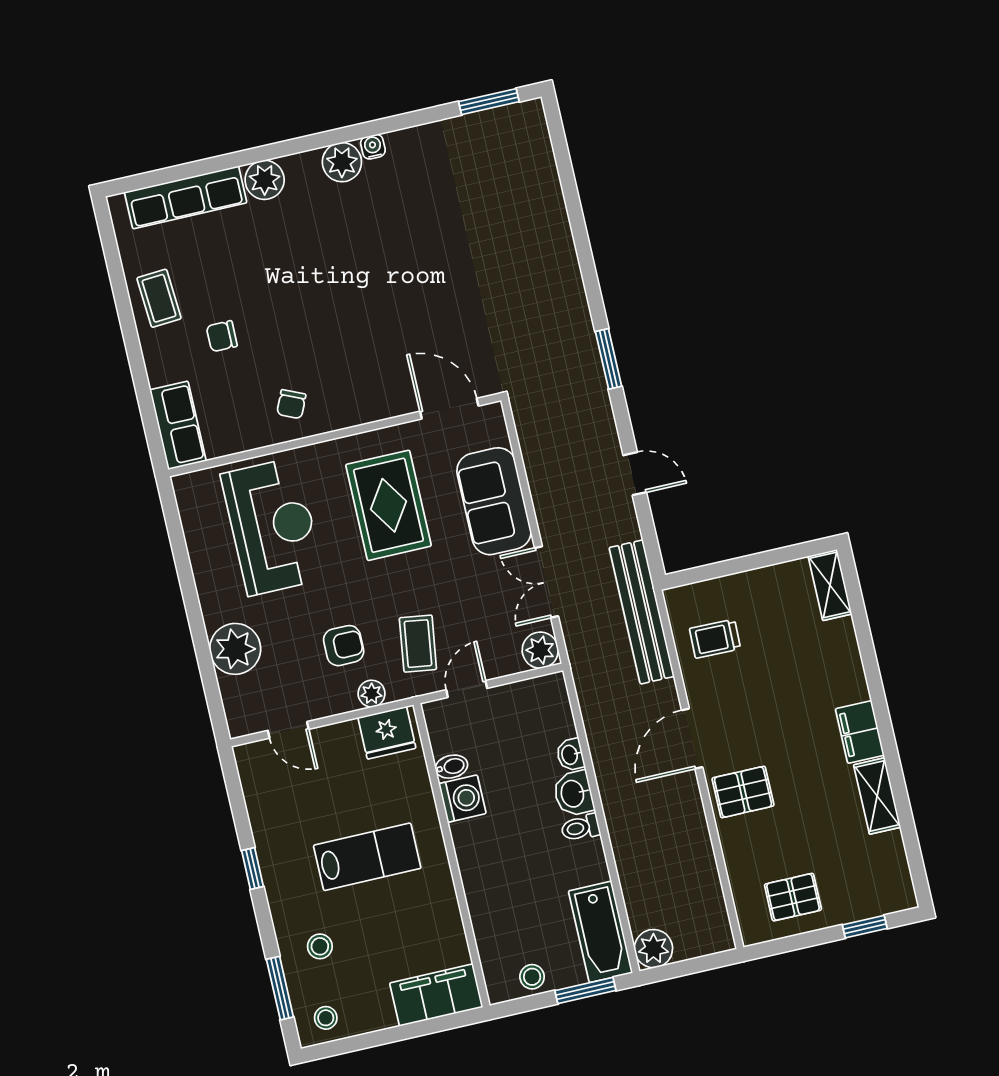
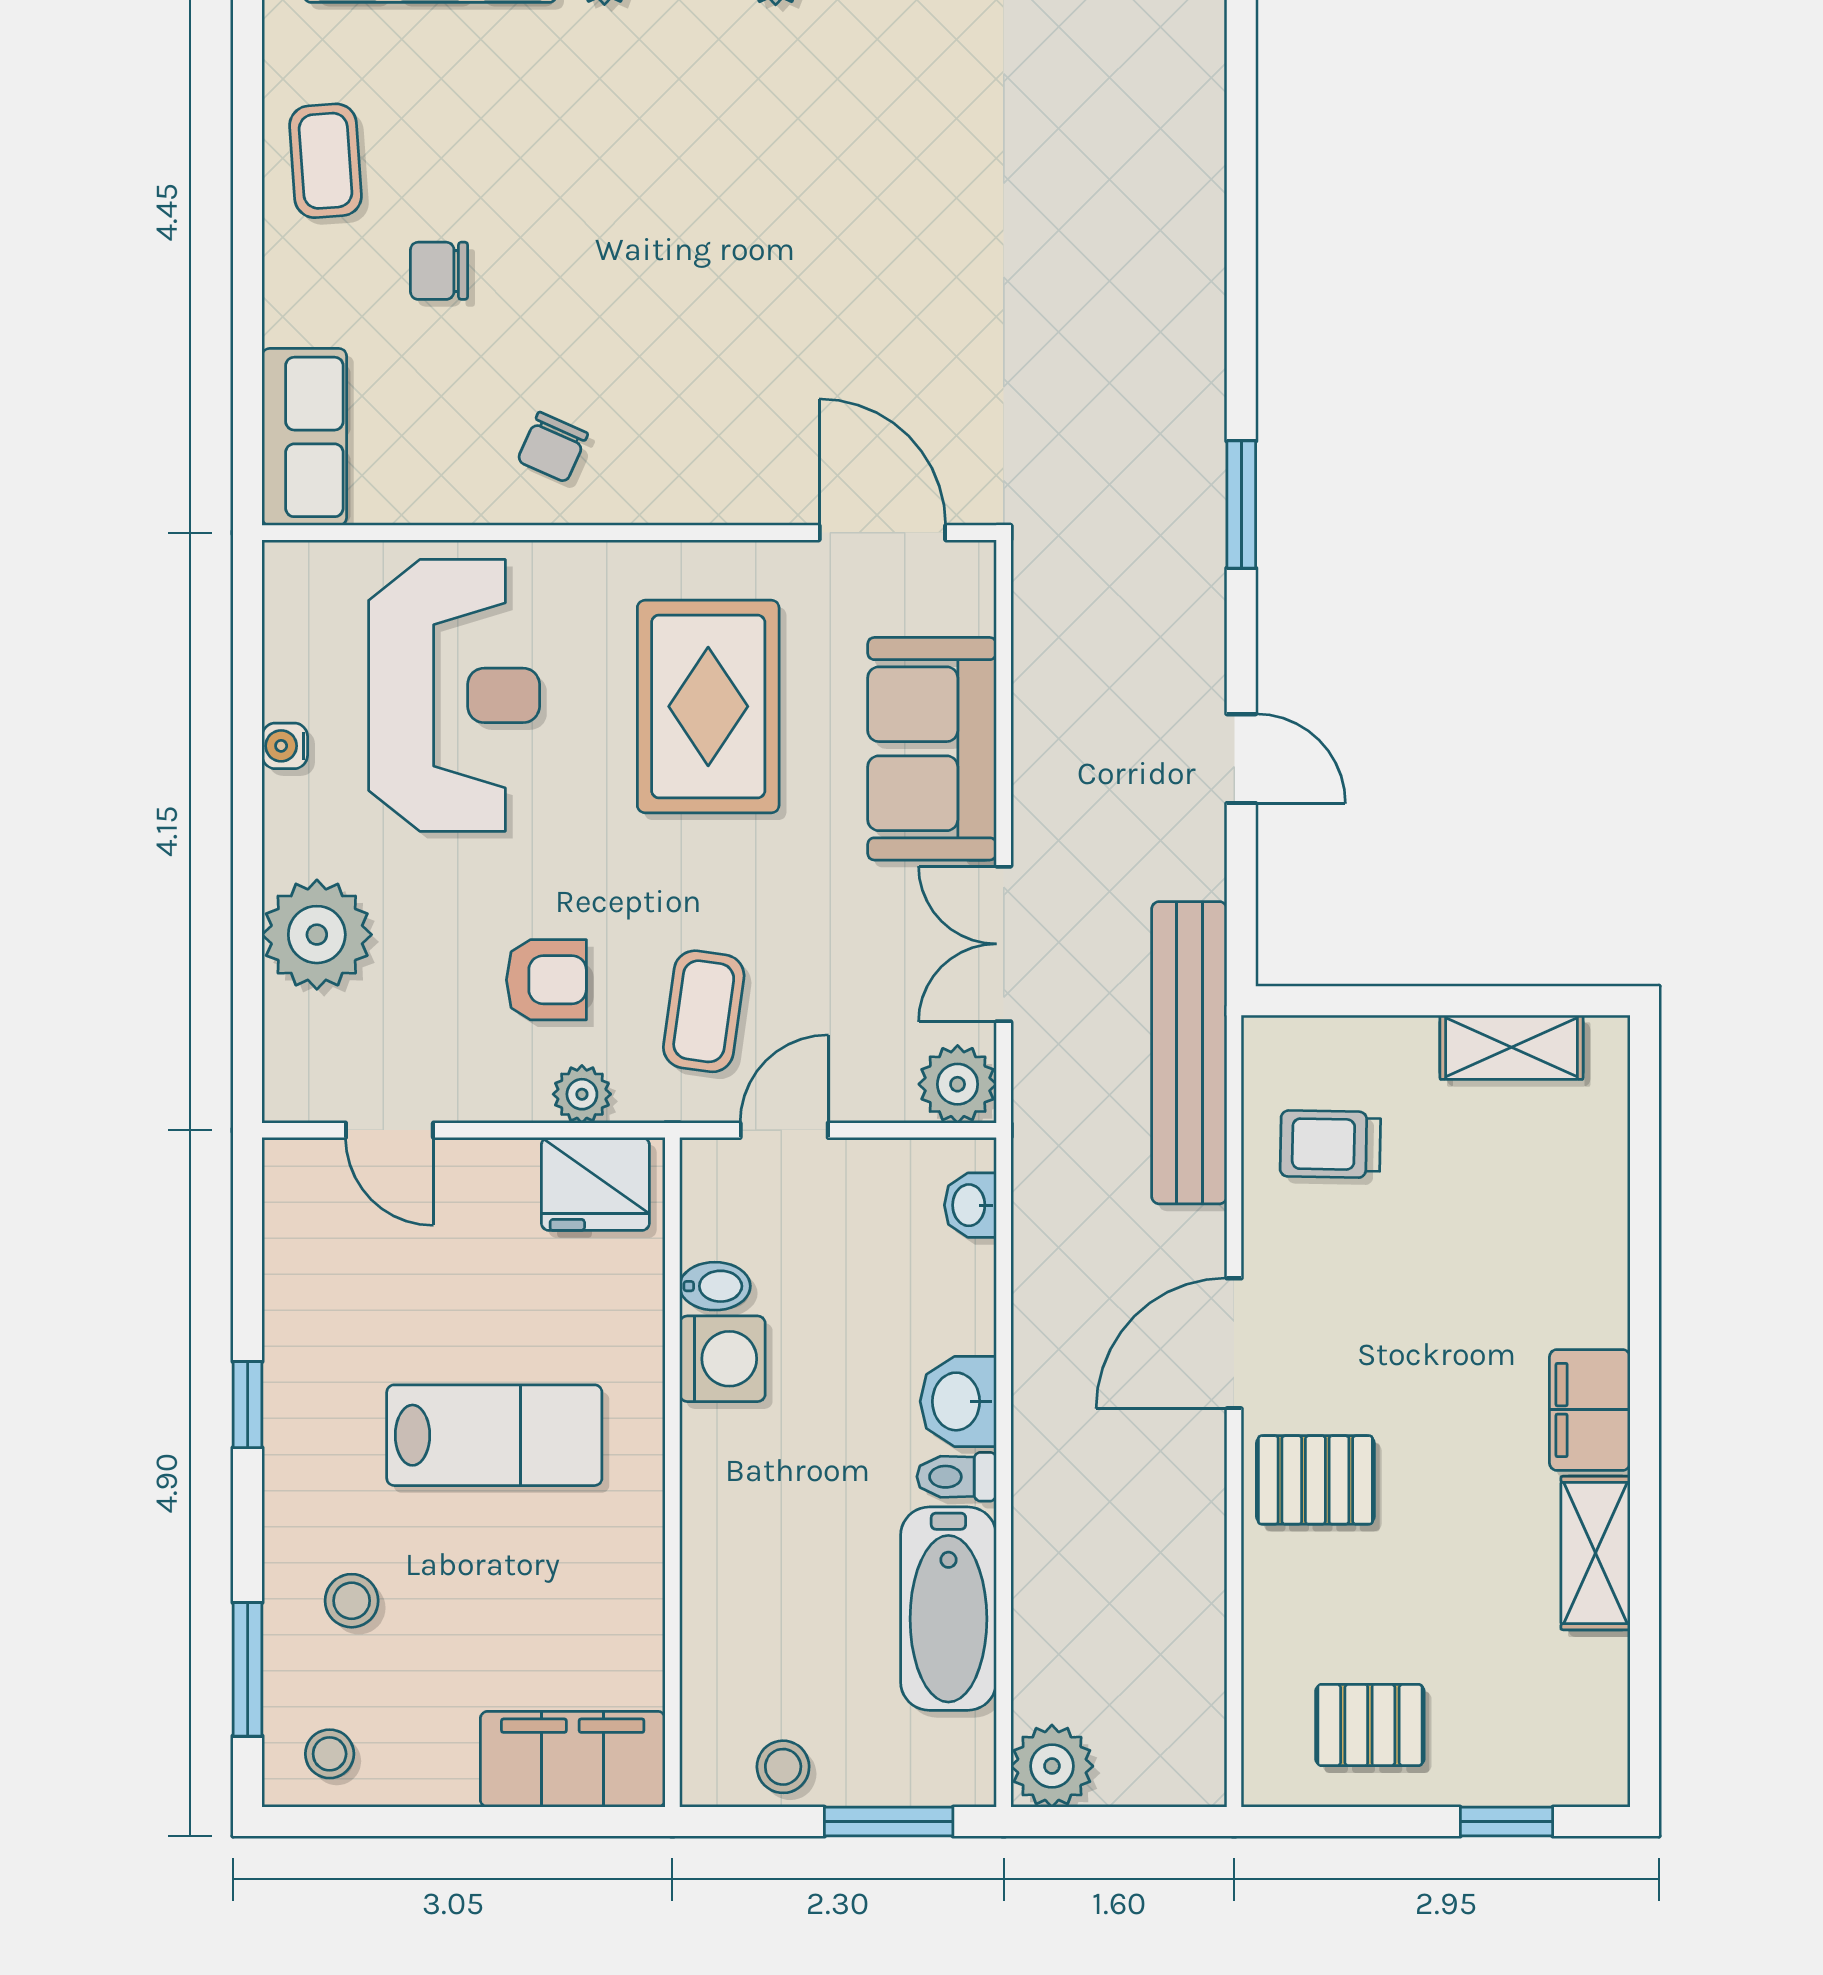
water cooler: (201, 567) -> (285, 746), added
shelving: (830, 585) -> (1511, 1047), moved, turned 90
washbasin: (570, 755) -> (970, 1205), moved
bathtub: (600, 932) -> (948, 1609), moved

